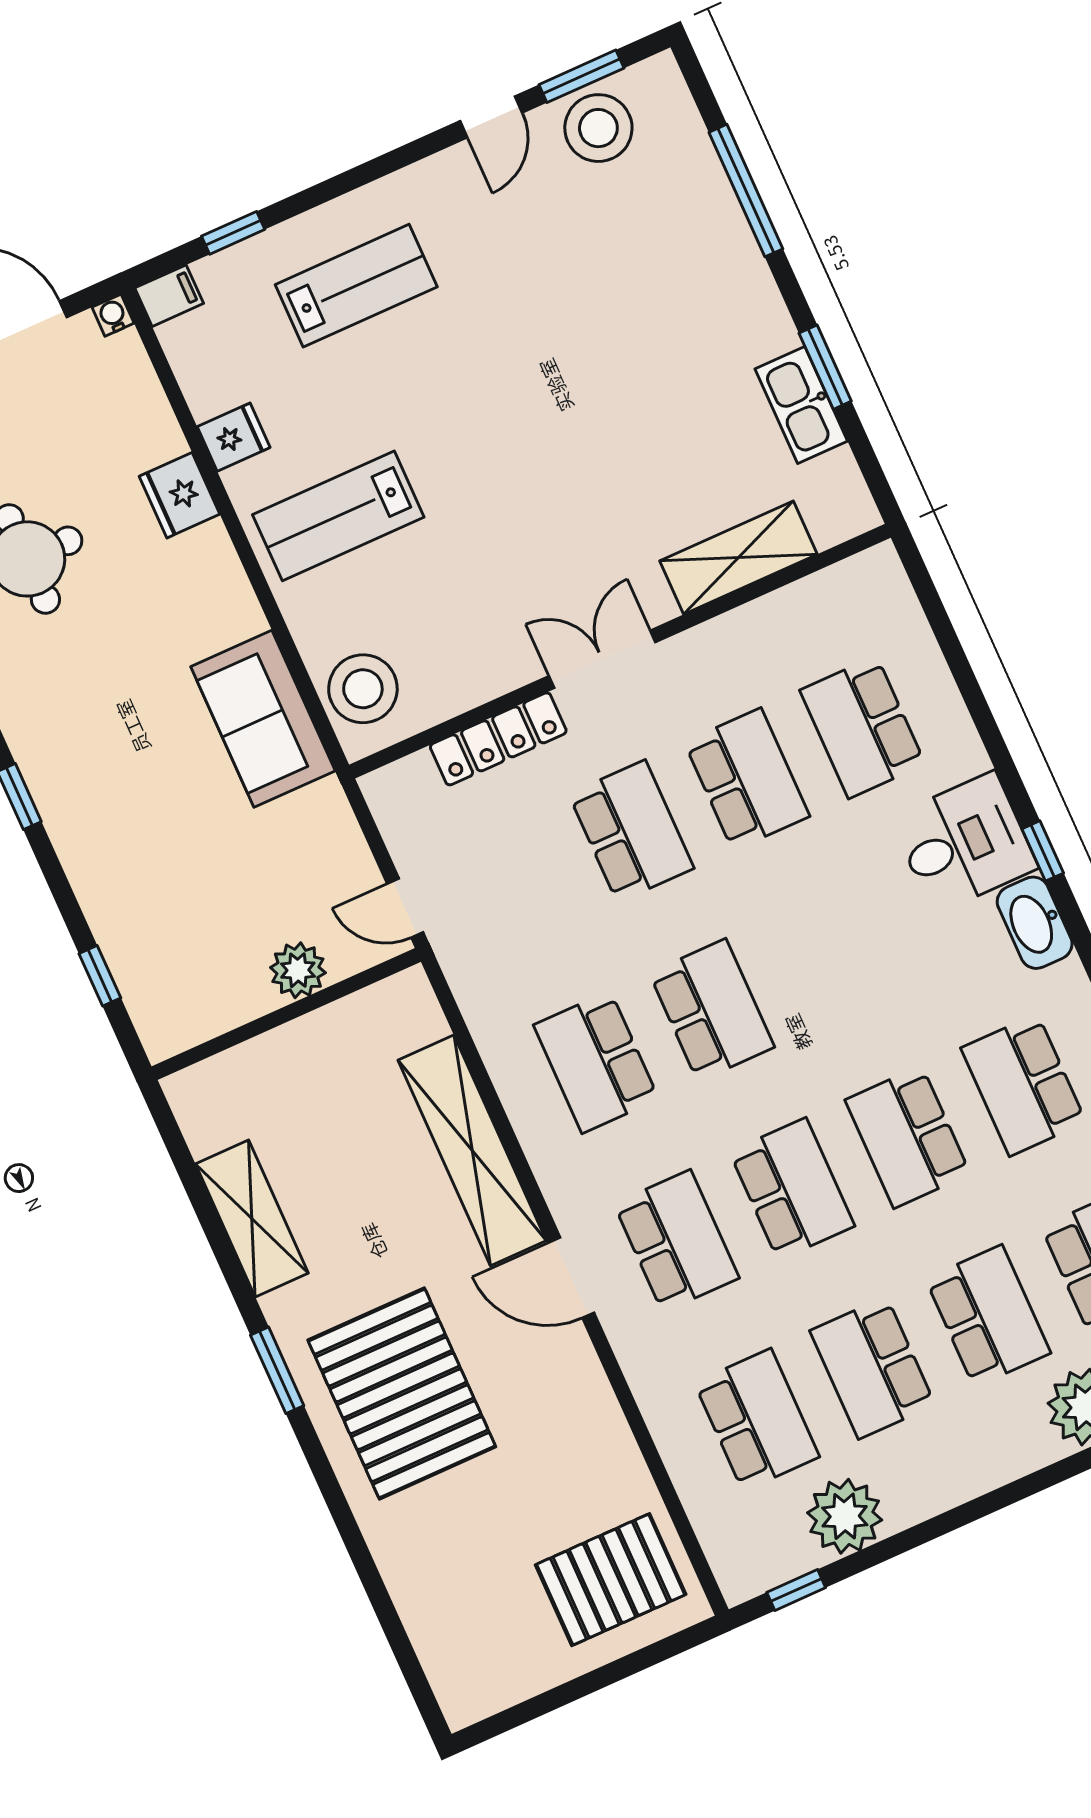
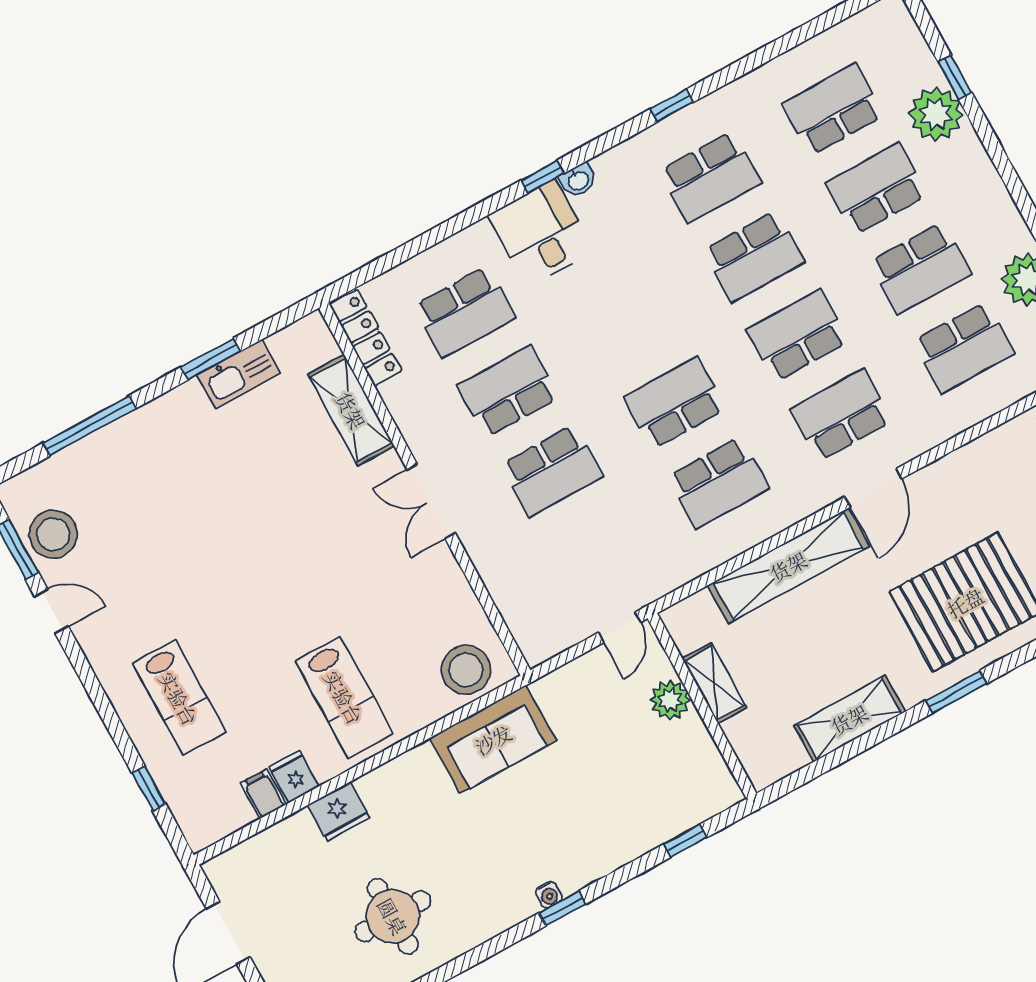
lab bench: (356, 286) -> (179, 698), turned 180
filing cabinet: (169, 296) -> (263, 794), moved
water cooler: (113, 315) -> (549, 895), moved, turned -90
locker: (498, 739) -> (366, 338), moved
school desk: (631, 831) -> (552, 471), turned 180
washbasin: (1035, 923) -> (578, 180), width x0.52, depth x0.69
shelving: (316, 1034) -> (714, 683), added
school desk: (757, 1420) -> (964, 348), turned 180

